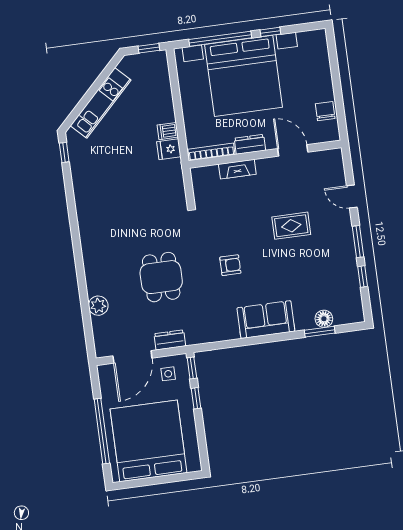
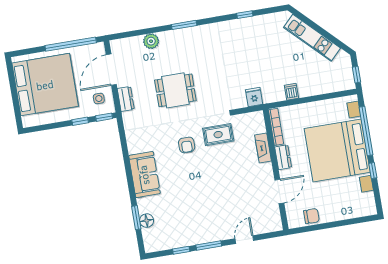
fridge: (169, 149) -> (254, 97), moved
window: (64, 152) -> (245, 15), moved
rug: (291, 226) -> (218, 135), moved, turned 90
window: (79, 263) -> (184, 25), added
door: (132, 357) -> (111, 70), hinge flipped
window: (102, 431) -> (71, 44), moved

